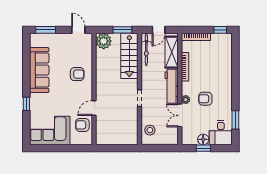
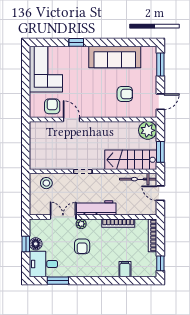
shelving: (172, 52) -> (135, 208), removed
filing cabinet: (225, 61) -> (125, 269), added
armchair: (77, 74) -> (125, 94), moved, turned -90
armchair: (205, 99) -> (82, 246), turned 180

